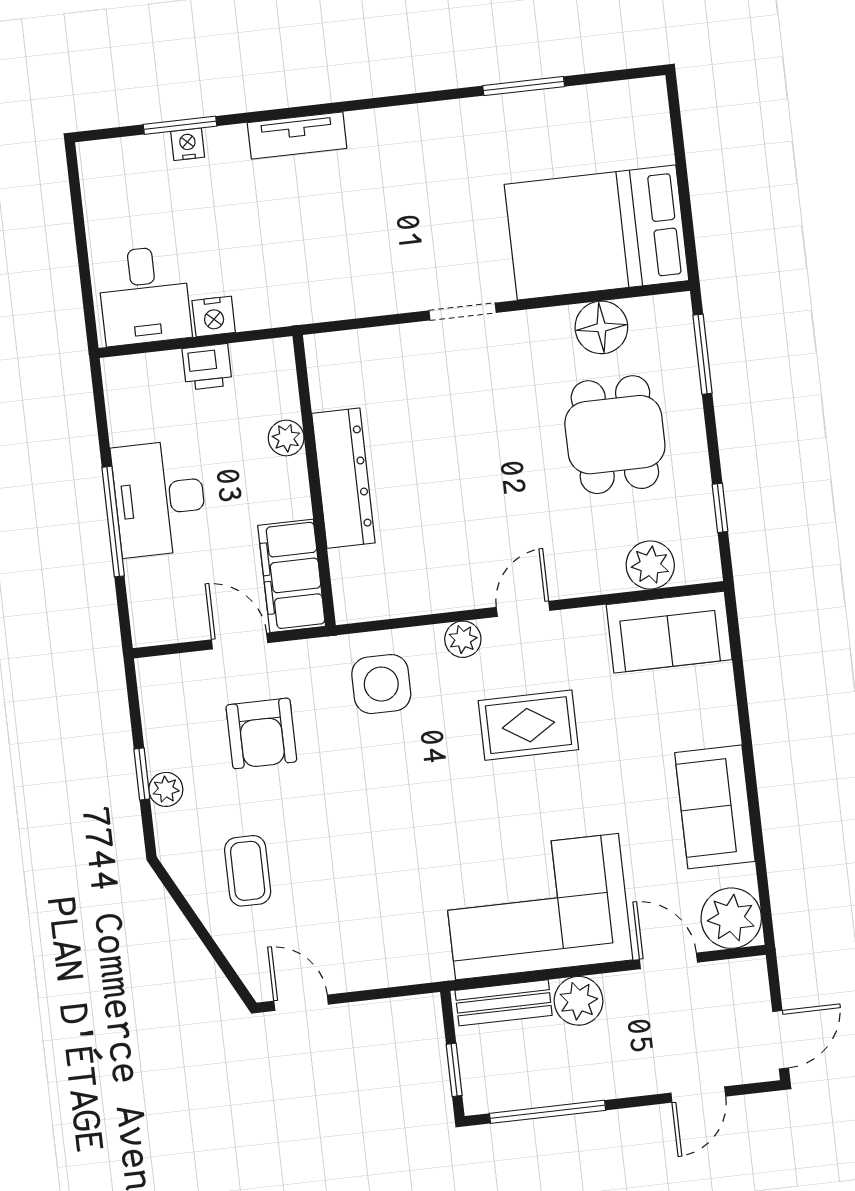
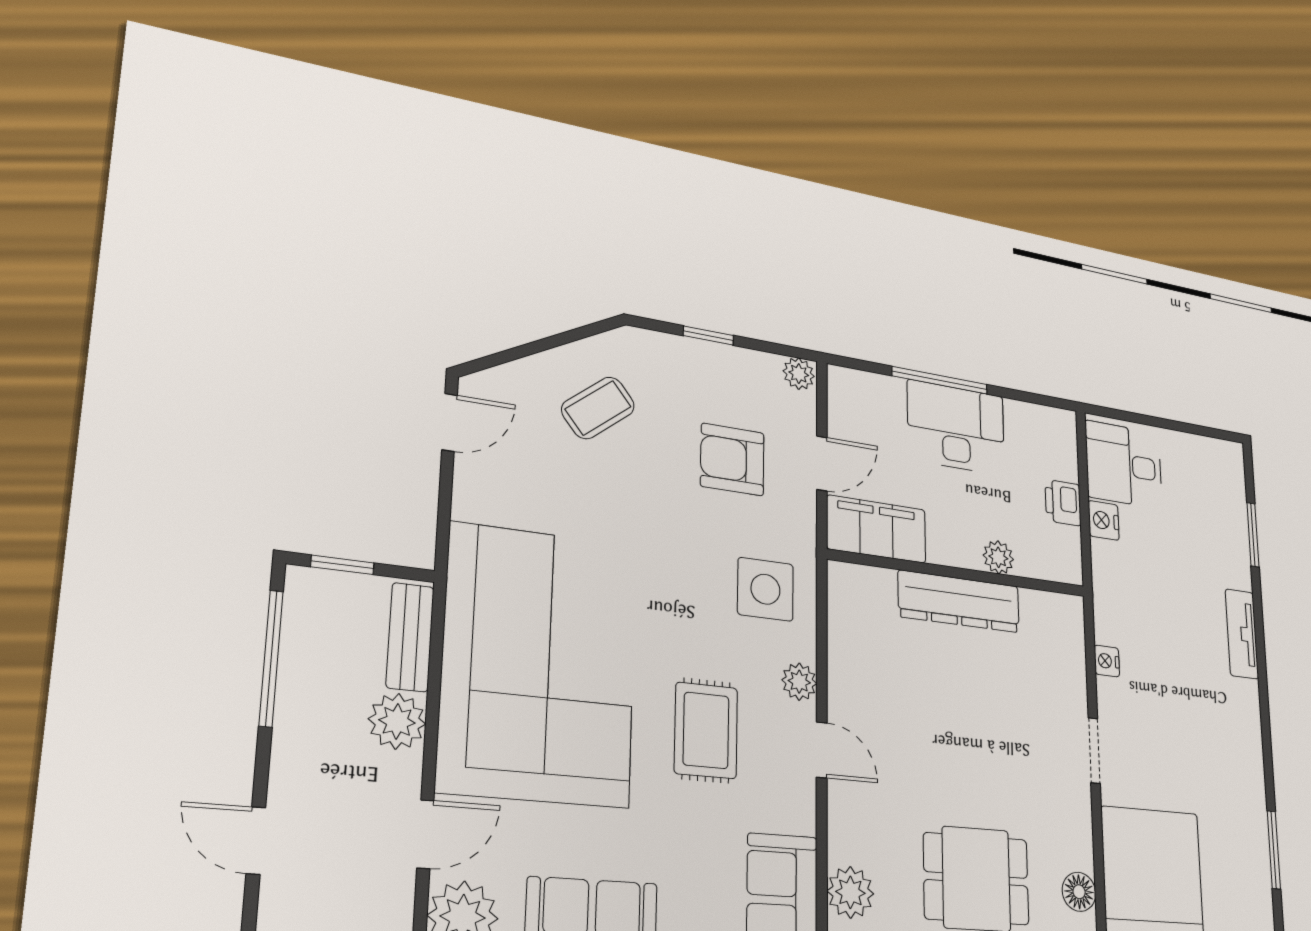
nightstand: (188, 144) -> (1107, 661), moved, turned 180
floor lamp: (601, 327) -> (1079, 892), width x0.73, depth x0.73
plant: (166, 789) -> (799, 374), moved
coffee table: (248, 871) -> (598, 408), turned -39
corner sofa: (537, 907) -> (539, 665), width x1.36, depth x1.36

